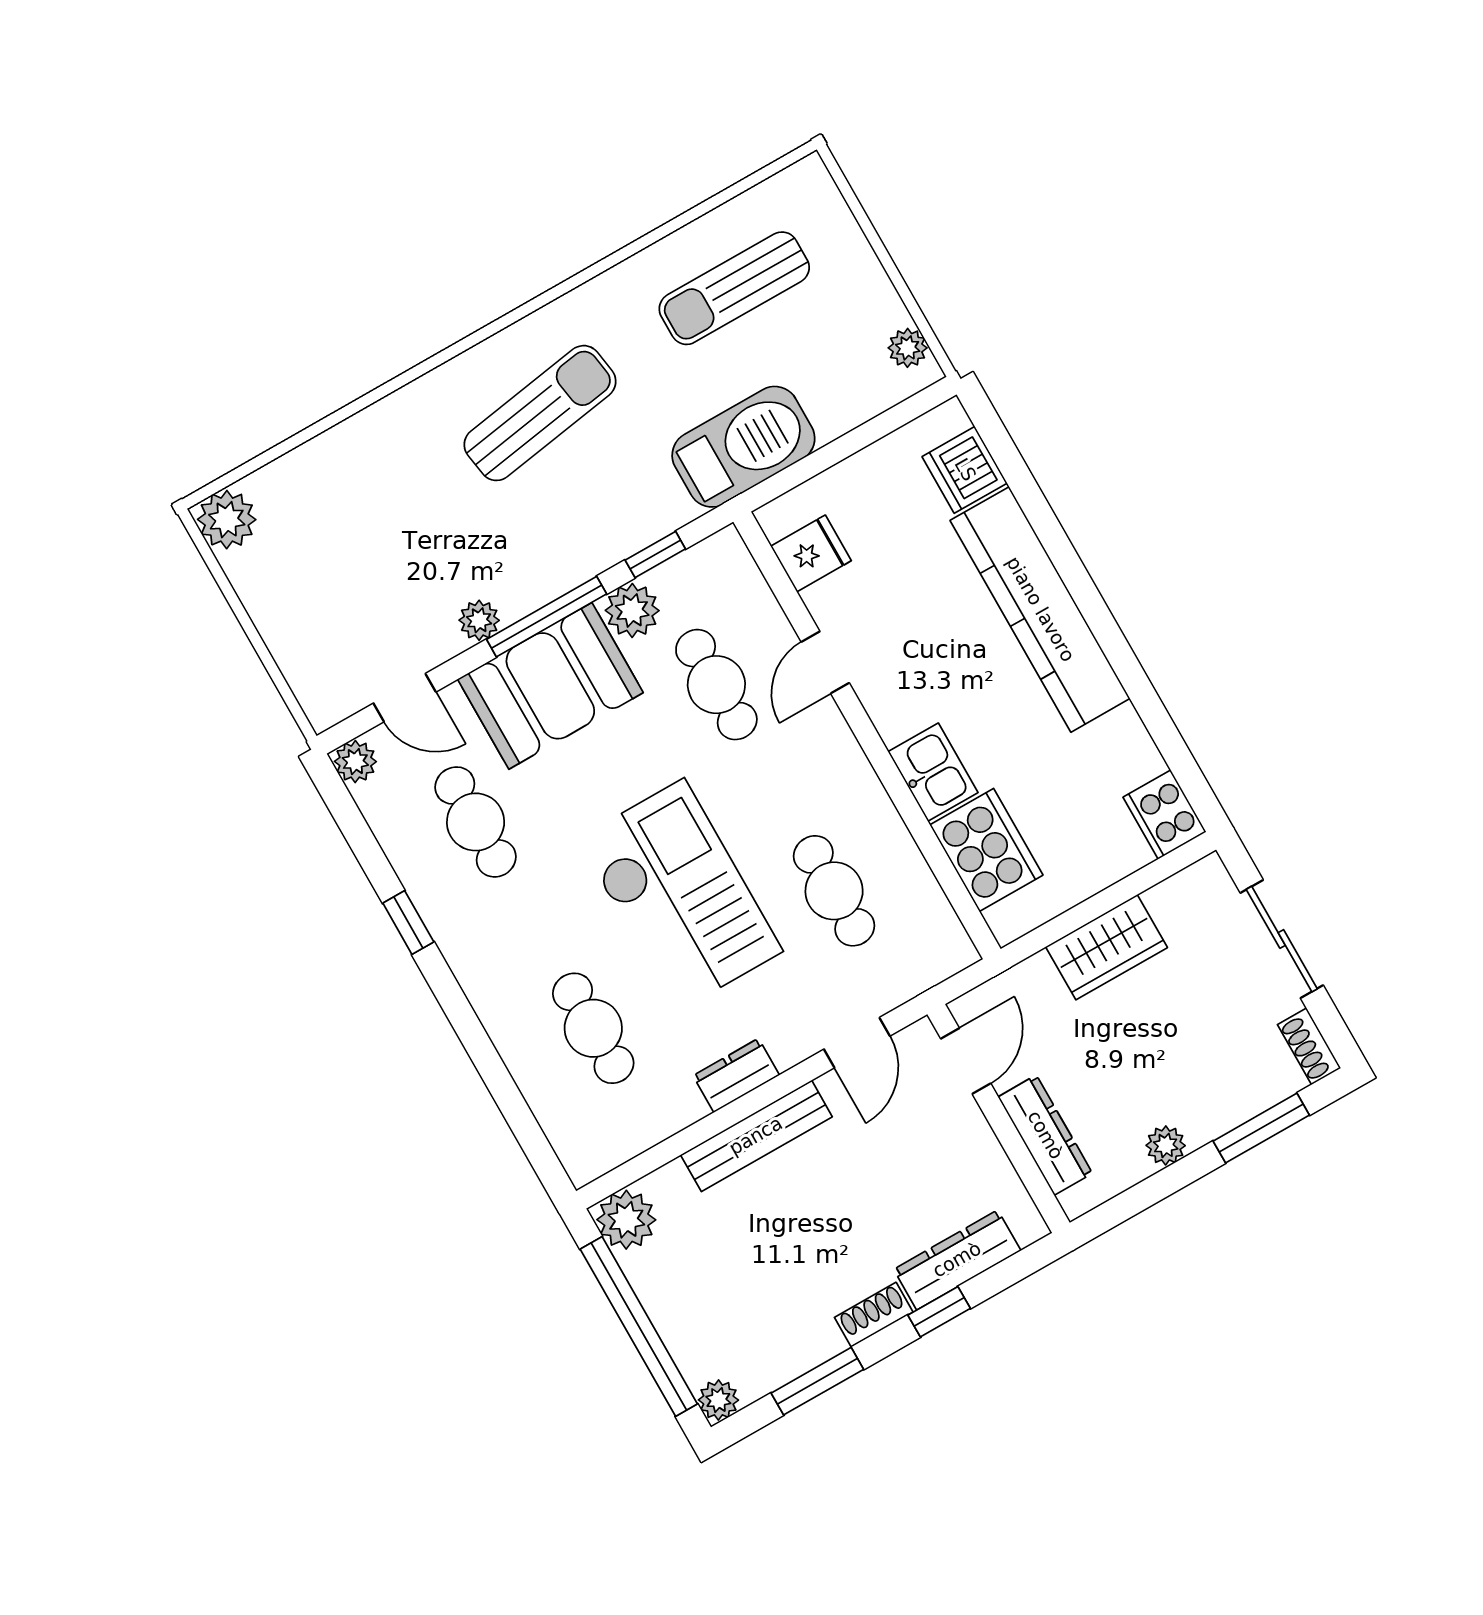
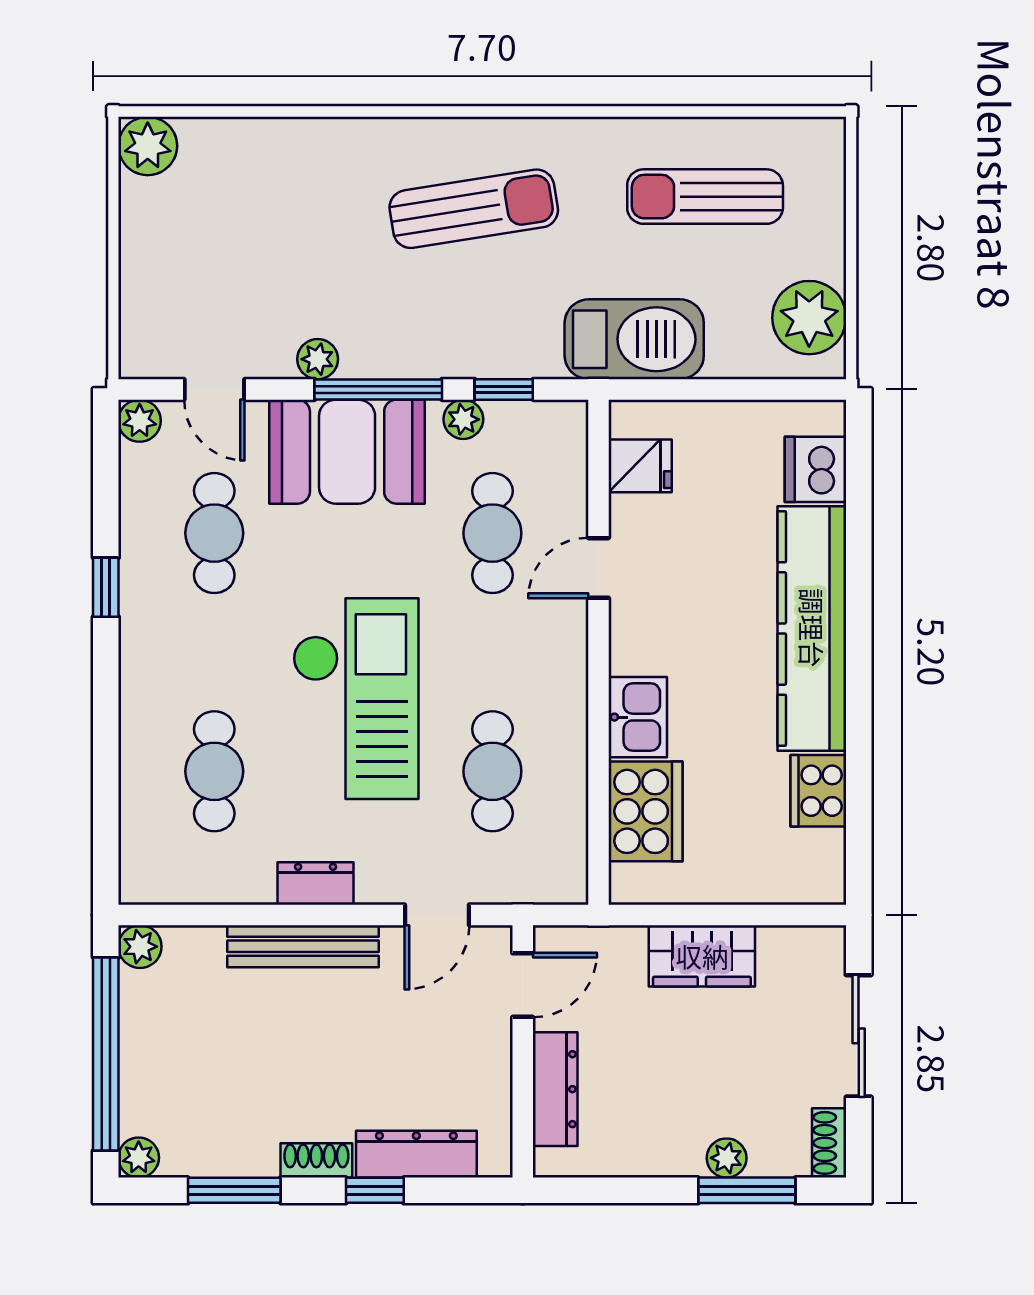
plant: (908, 348) -> (809, 318), width x1.88, depth x1.88
plant: (632, 611) -> (463, 419), width x0.73, depth x0.73
cooker: (1164, 815) -> (818, 791), moved
plant: (1166, 1145) -> (727, 1158), moved
plant: (626, 1220) -> (140, 947), width x0.73, depth x0.73

